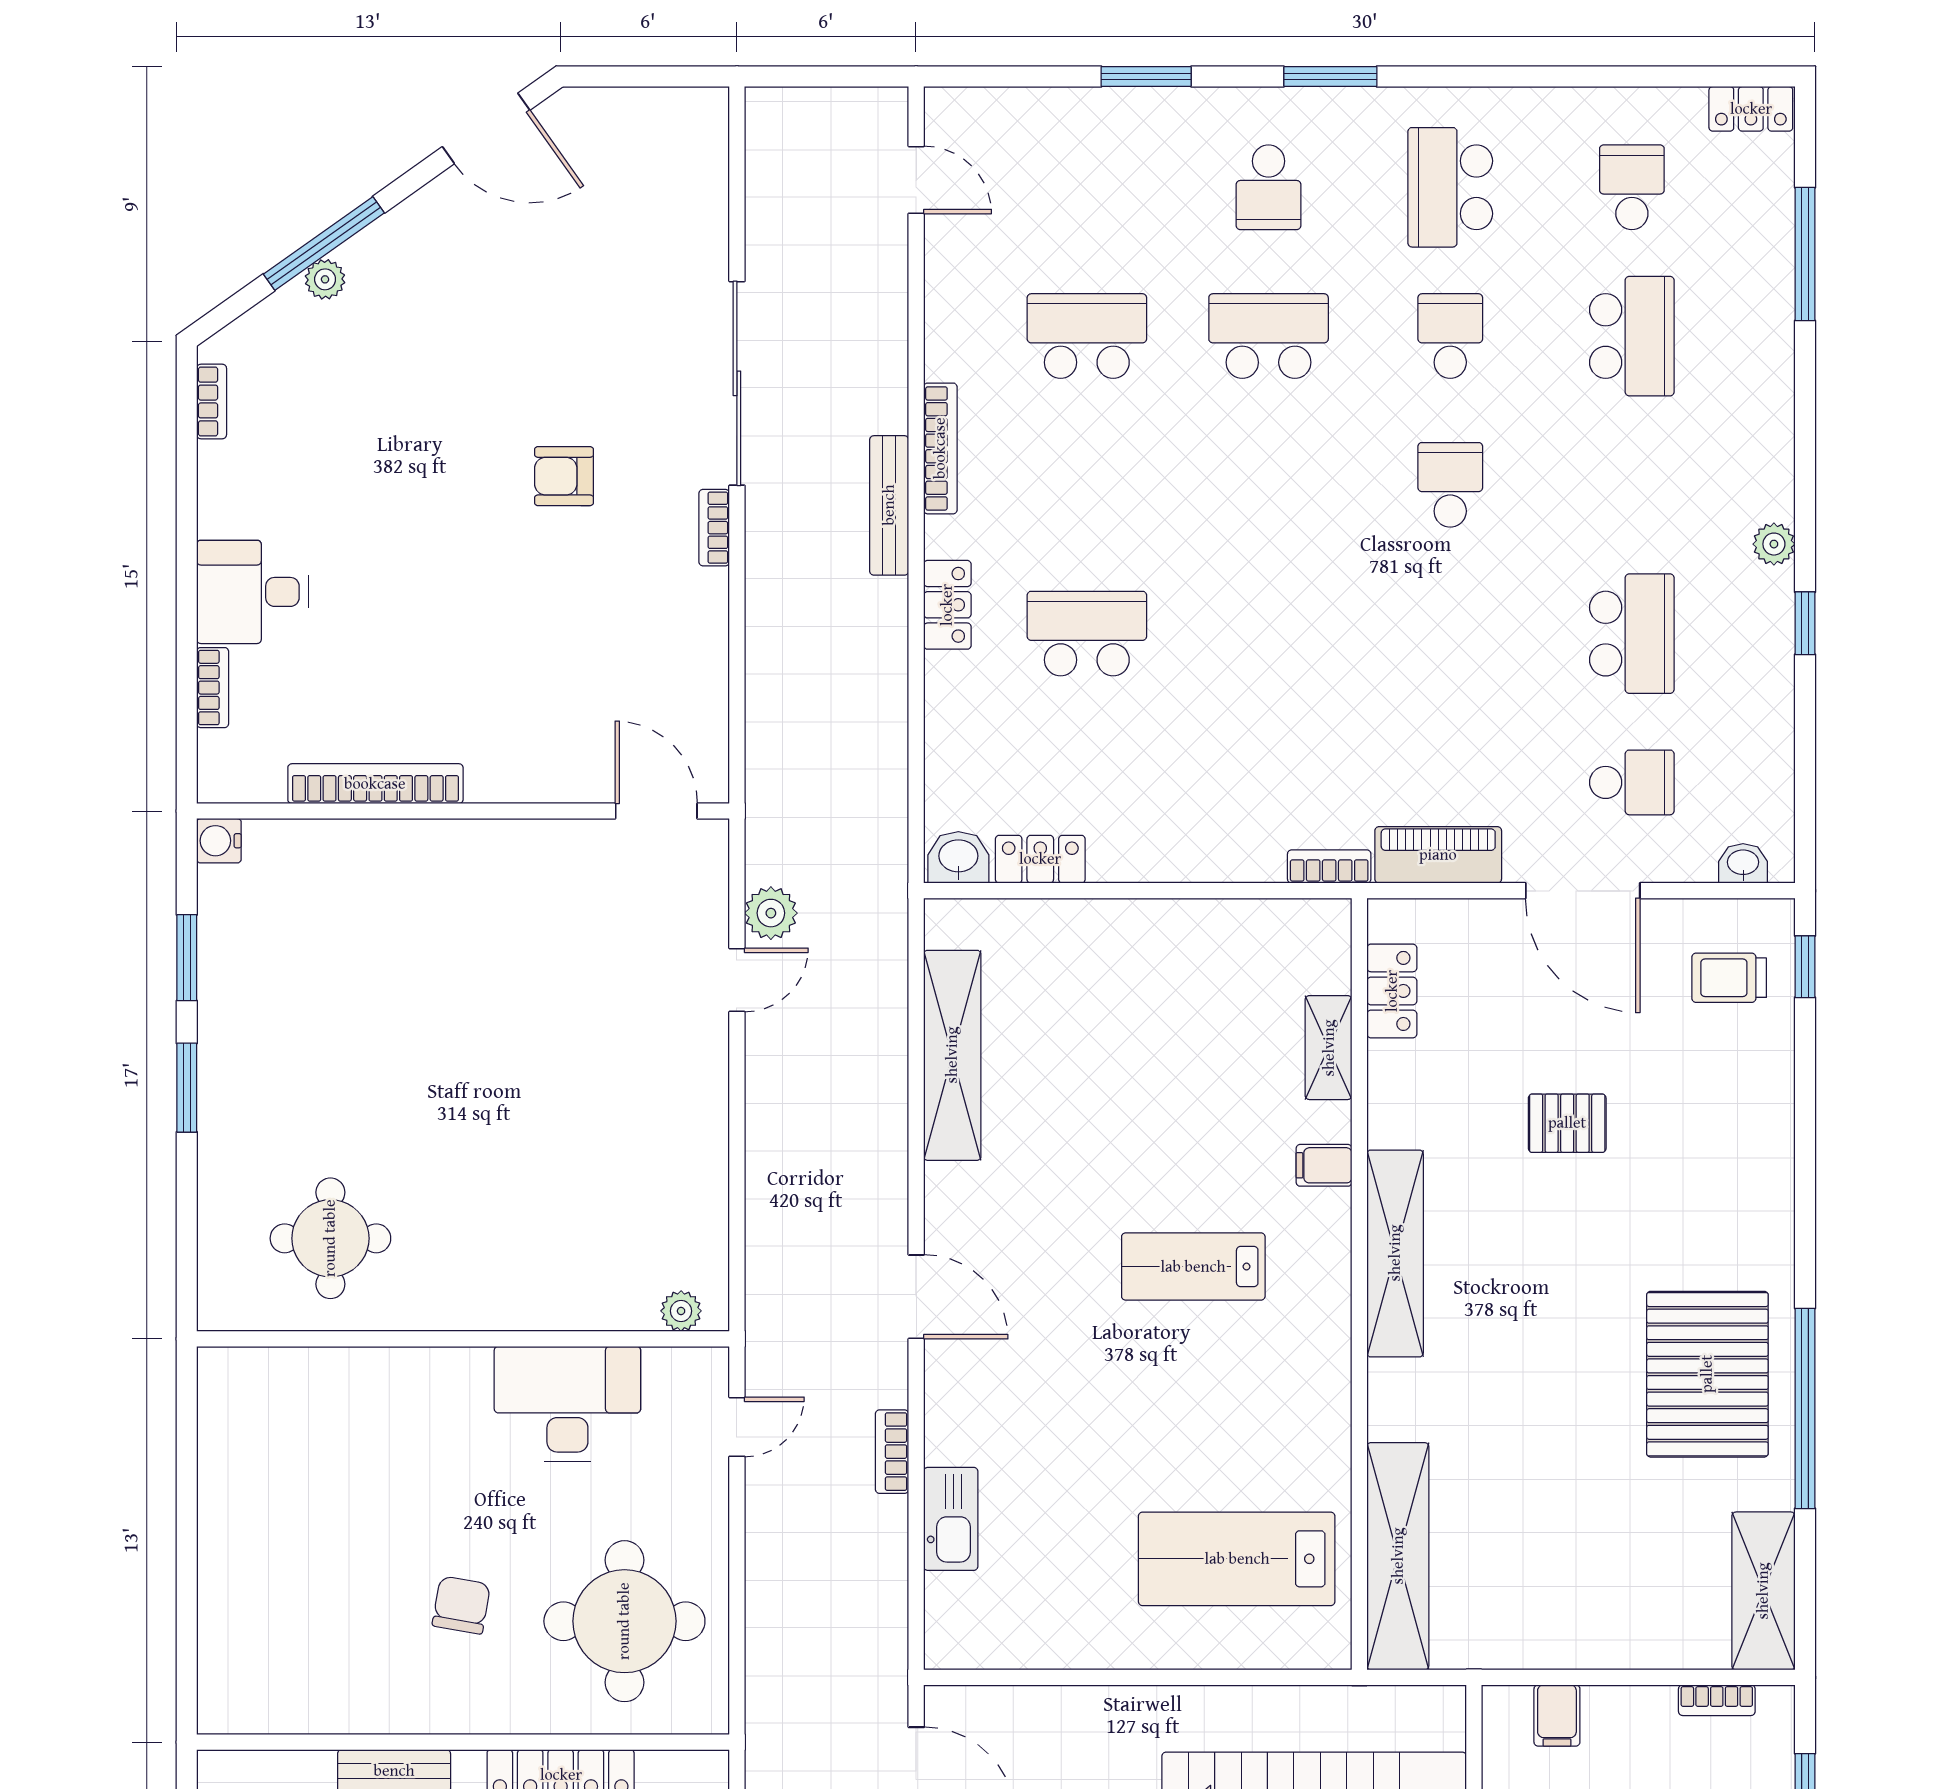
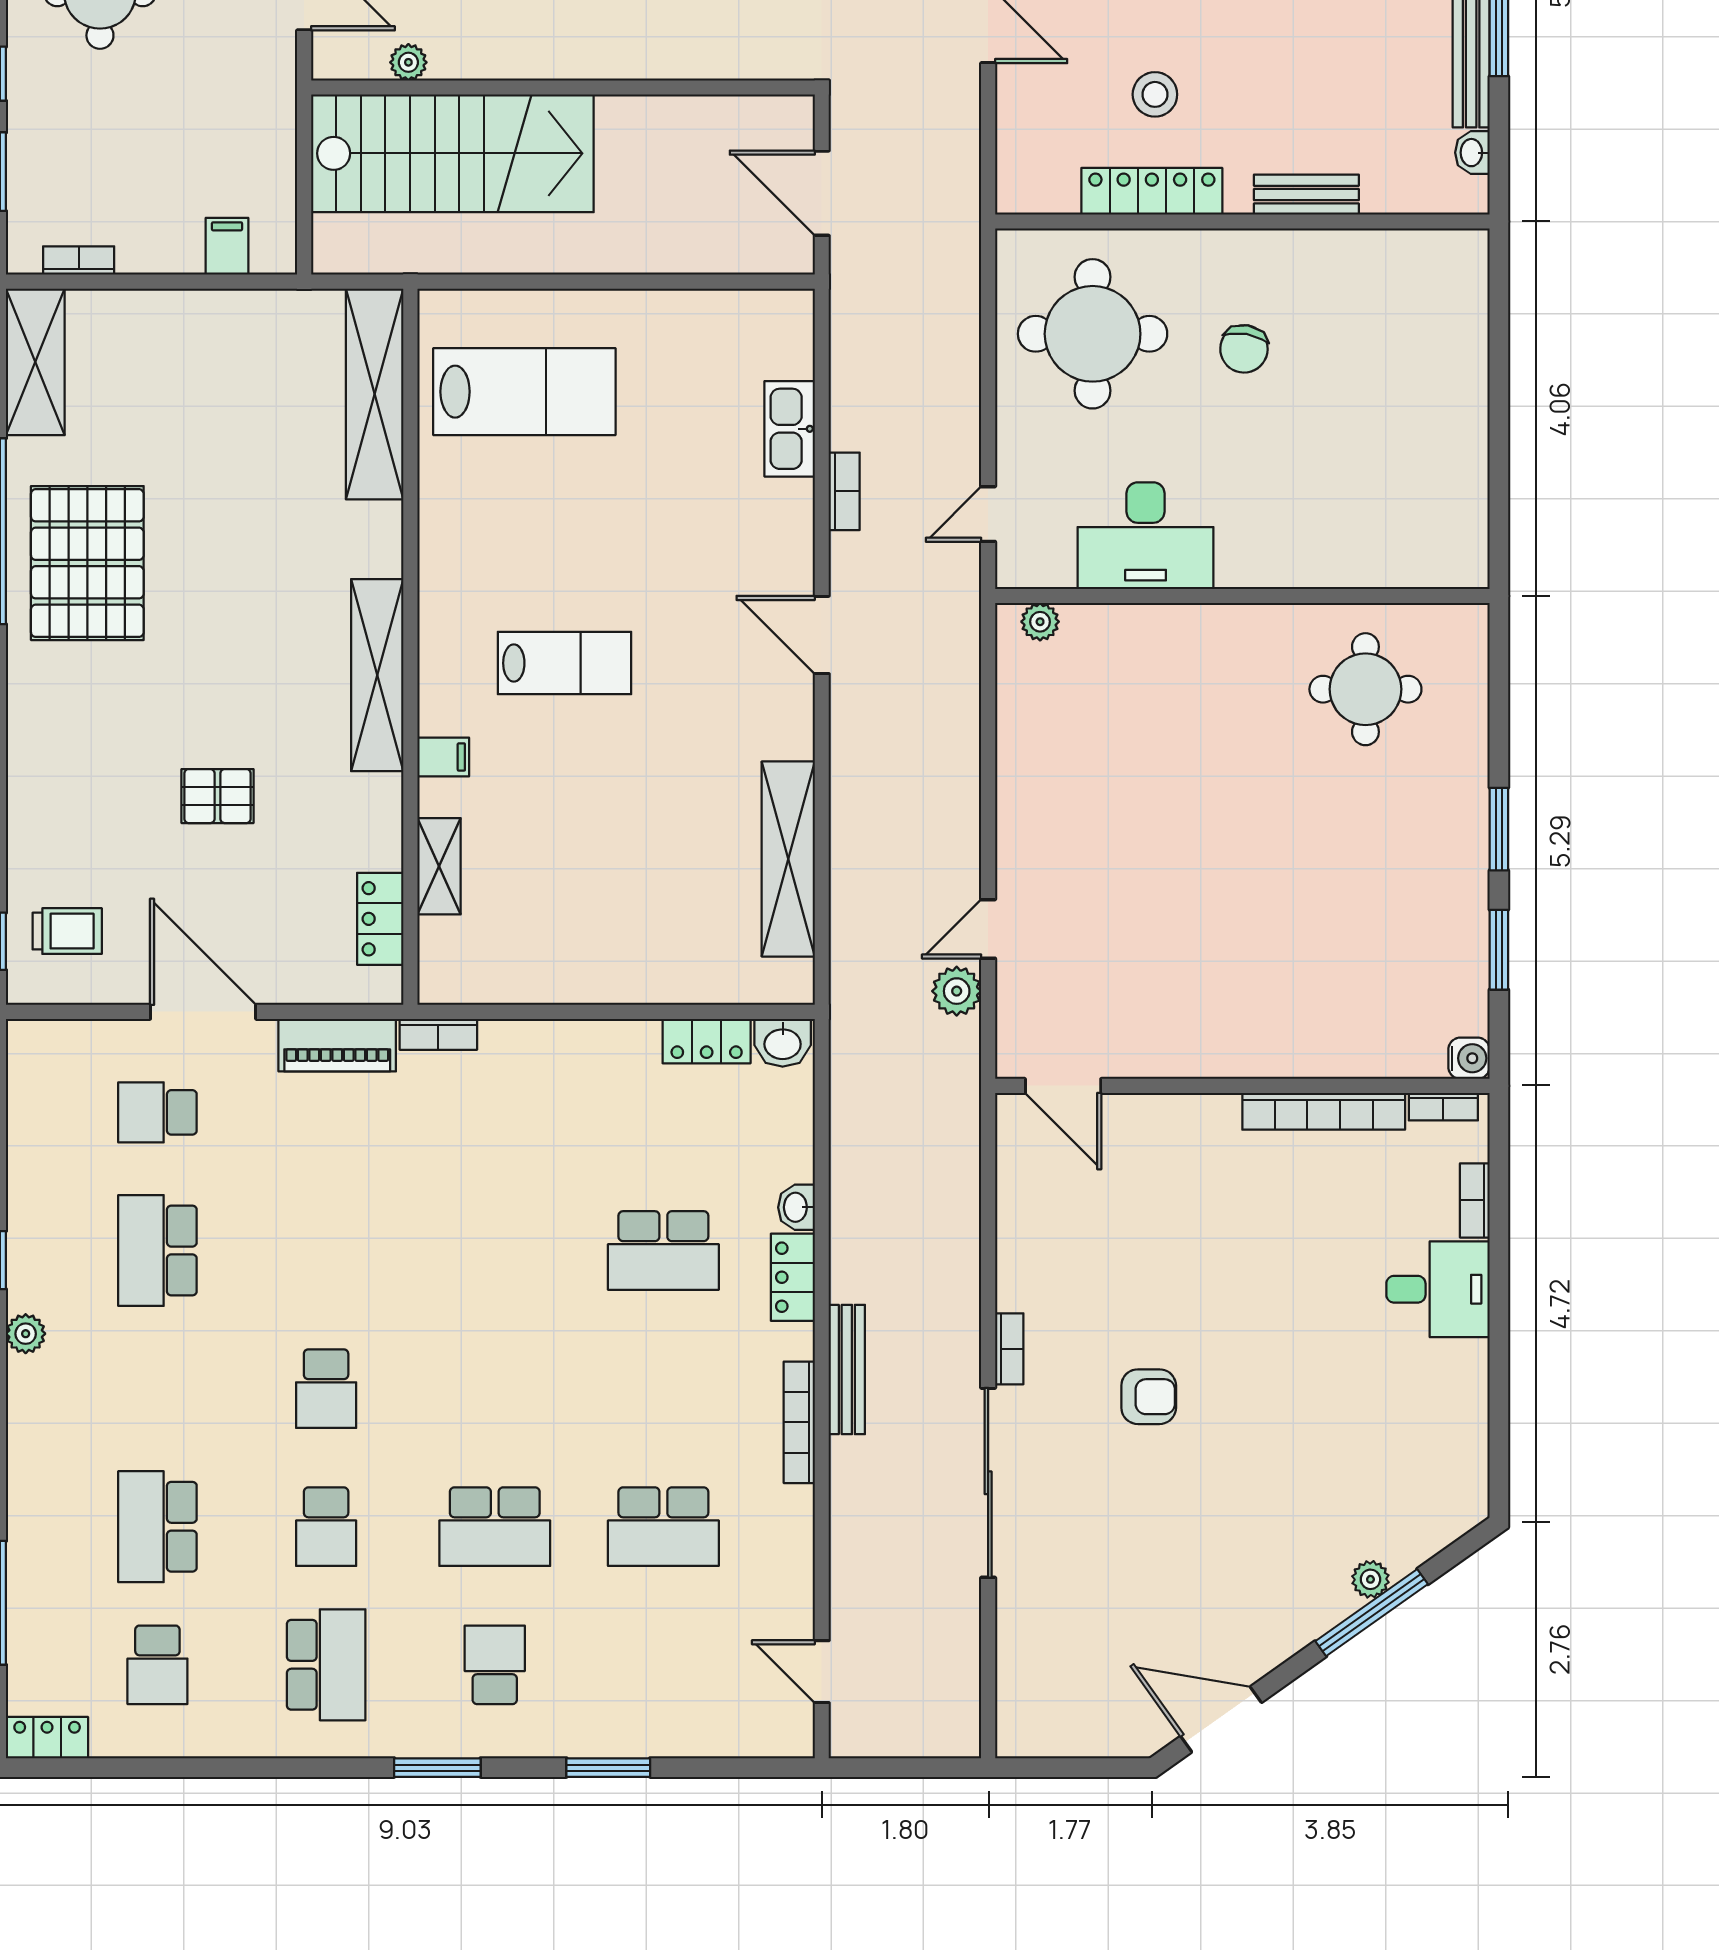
bookcase: (212, 401) -> (1443, 1107), moved, turned -90
washbasin: (1743, 863) -> (796, 1207), moved, turned 90

